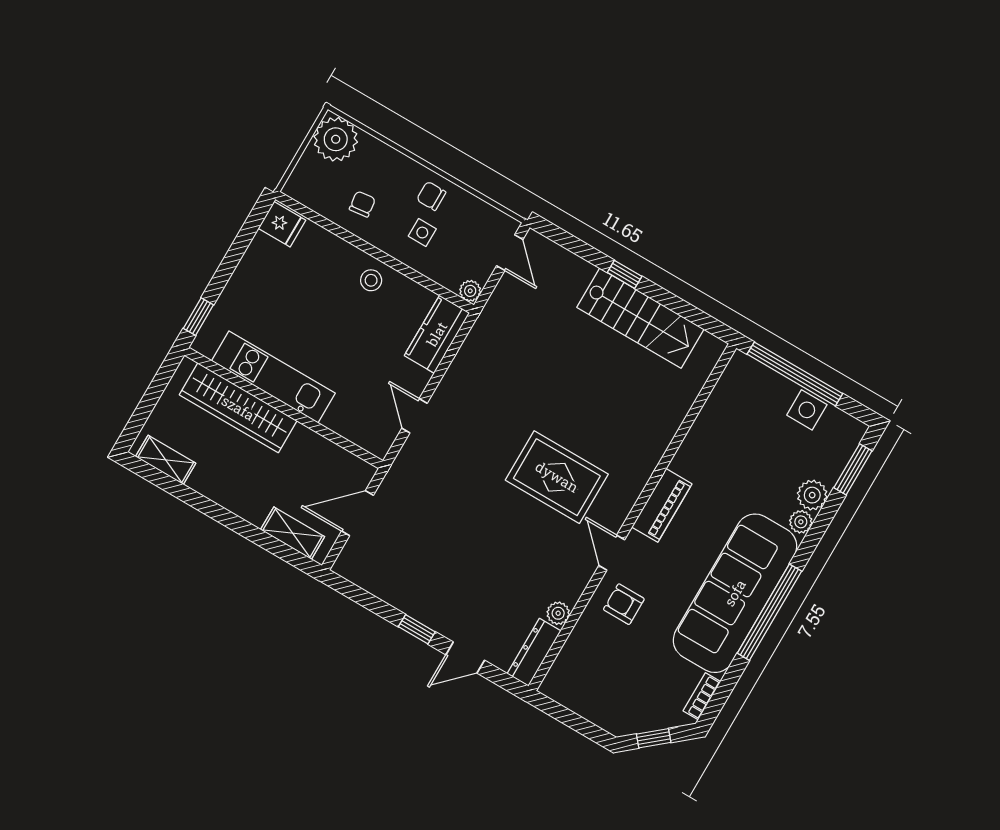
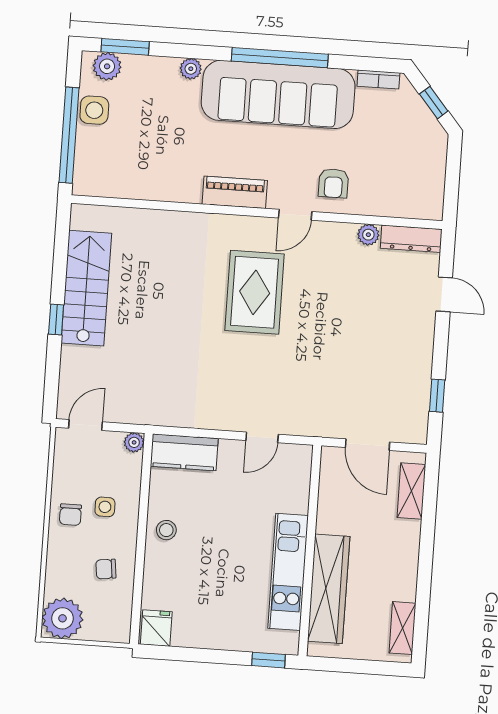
plant: (812, 495) -> (107, 66), moved
window: (417, 629) -> (437, 396), moved

